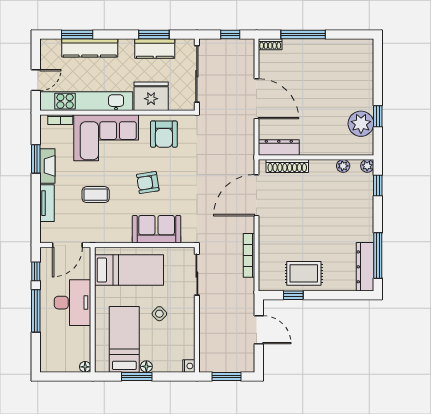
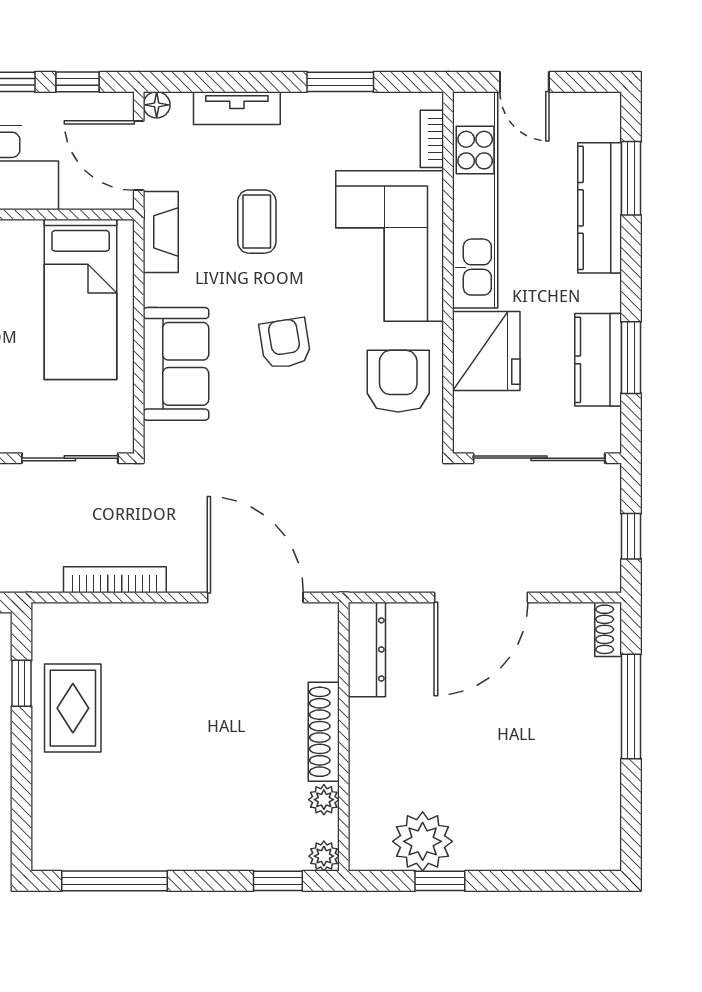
armchair: (164, 134) -> (398, 381), turned 90
fireplace: (47, 166) -> (161, 232), moved, turned -90
shoe rack: (287, 166) -> (324, 732), moved
floor lamp: (46, 237) -> (157, 105), added
dresser: (365, 267) -> (88, 851), removed

